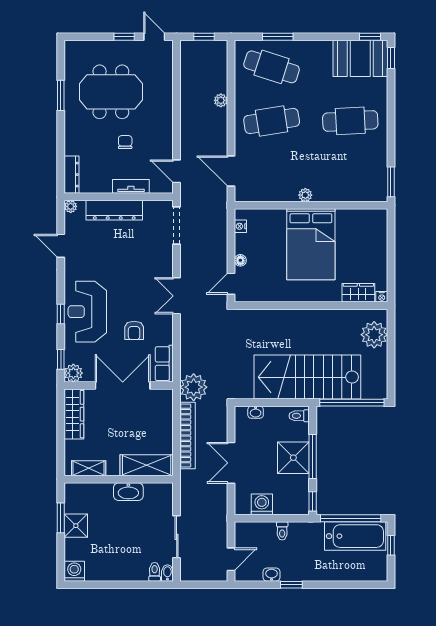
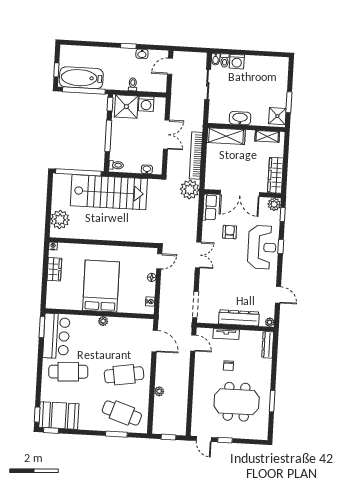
bar counter: (370, 170) -> (56, 336), added
wardrobe: (358, 293) -> (54, 269), moved, turned -90
shower: (293, 458) -> (126, 107), moved
shower: (76, 526) -> (277, 116), moved
washing machine: (74, 571) -> (237, 62), moved

